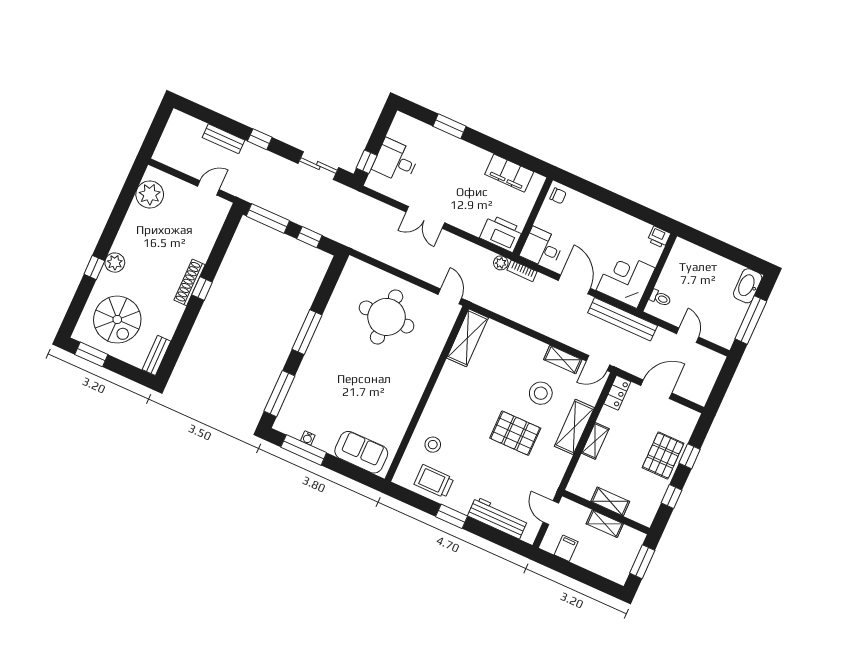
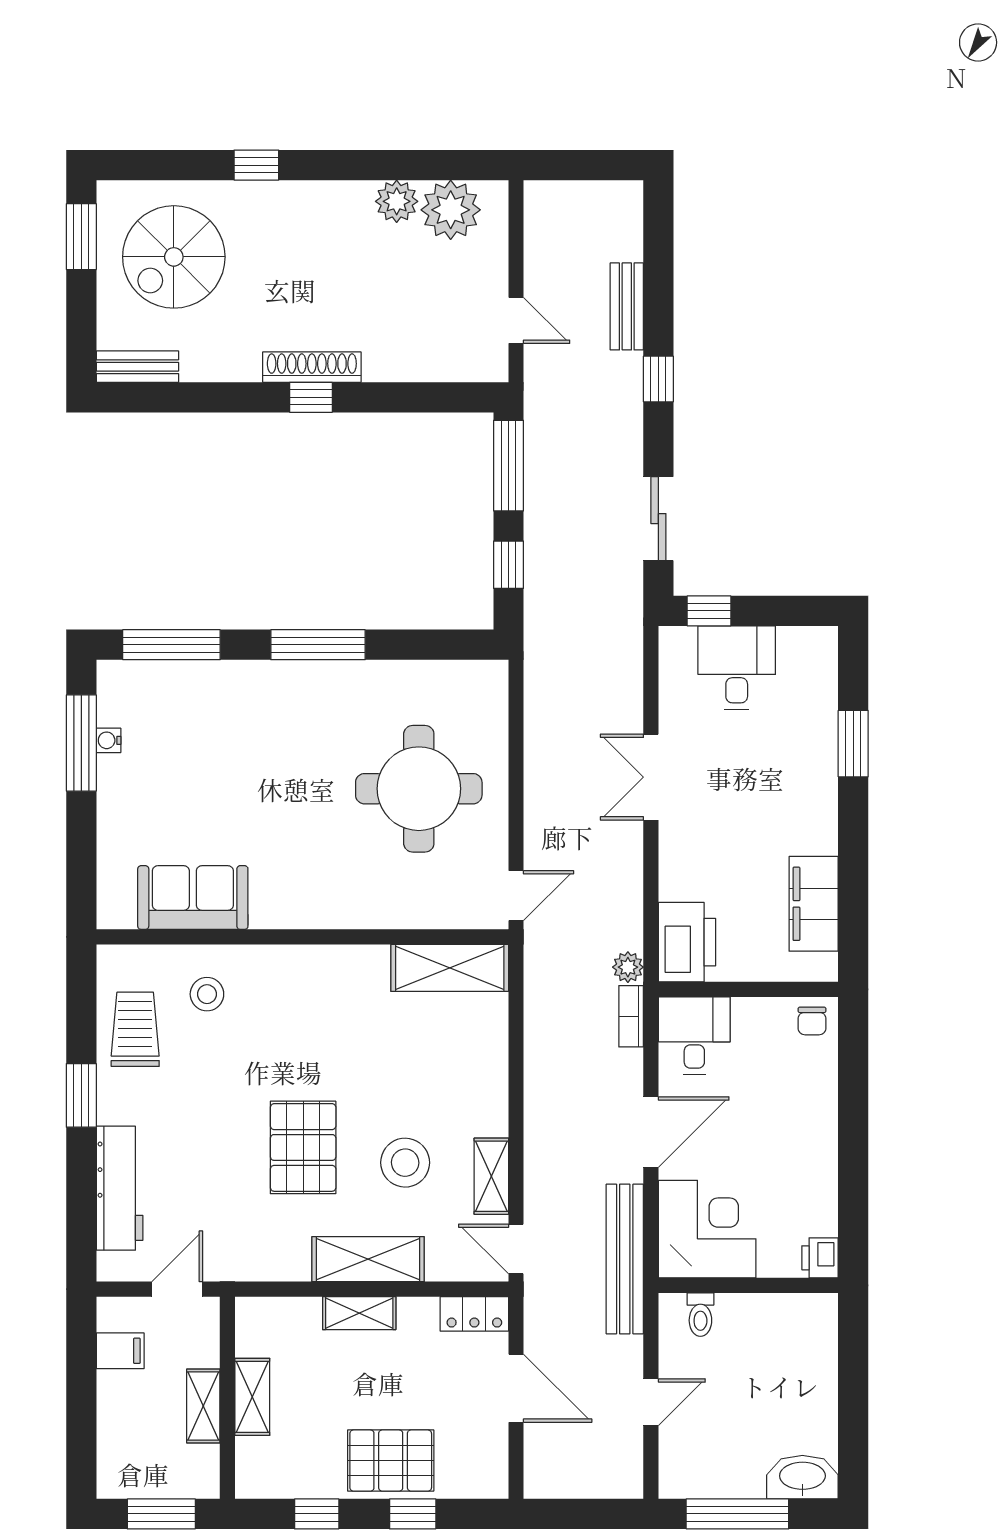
plant: (115, 263) -> (397, 201), moved
sofa: (361, 452) -> (193, 898), moved, turned -90

